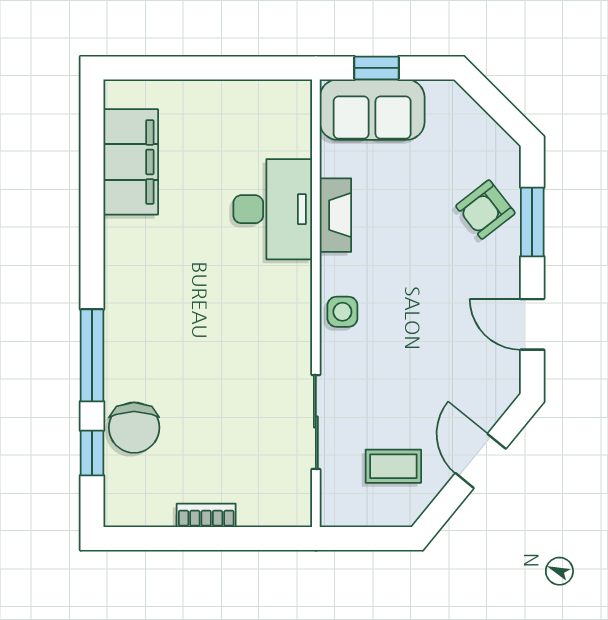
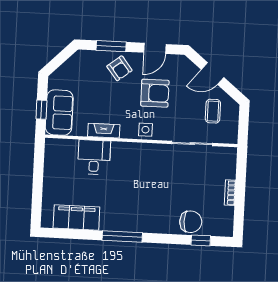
desk: (273, 209) -> (94, 157), width x0.73
armchair: (485, 210) -> (119, 68), moved
armchair: (428, 329) -> (155, 93), added
window: (92, 355) -> (122, 236), moved

